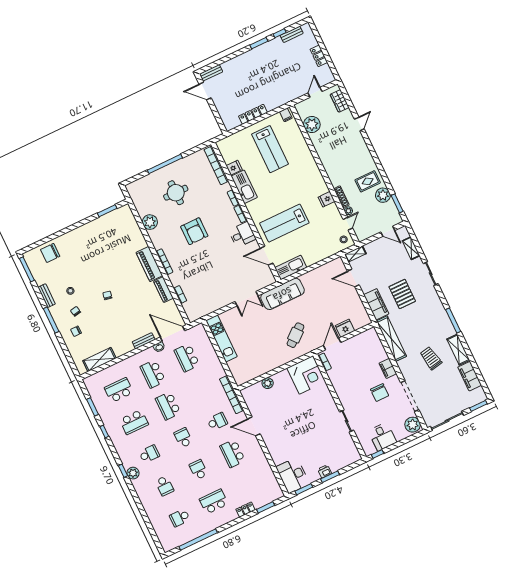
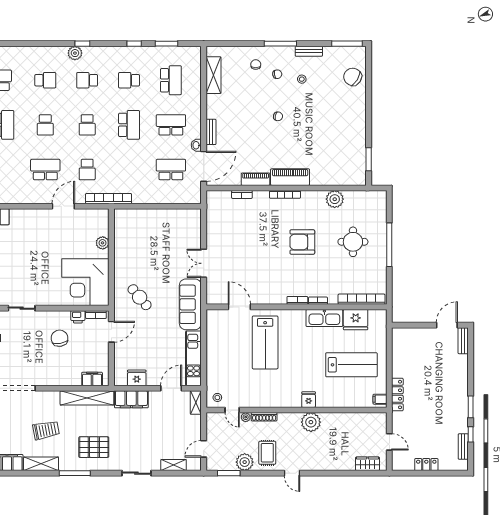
locker: (253, 114) -> (397, 395), moved
plant: (312, 124) -> (311, 422), moved
door: (359, 124) -> (292, 473), moved
lab bench: (270, 149) -> (351, 365), turned 180
fridge: (234, 168) -> (356, 320), width x1.88, depth x1.34
fridge: (327, 199) -> (309, 400), moved
lab bench: (284, 223) -> (265, 342), turned 180
desk: (242, 235) -> (274, 292), removed
chair: (50, 253) -> (353, 77), turned -58
door: (267, 256) -> (239, 307), hinge flipped
kitchen sink: (291, 267) -> (214, 327), removed
pallet: (402, 294) -> (94, 447), moved
fridge: (345, 328) -> (137, 378), moved, turned -90
kitchen unit: (221, 338) -> (193, 358), moved, turned 90
door: (332, 344) -> (111, 332), hinge flipped
filing cabinet: (388, 368) -> (92, 379), moved
corner desk: (306, 375) -> (85, 282), width x1.36, depth x1.36
printer: (333, 375) -> (78, 317), added
chair: (380, 393) -> (59, 338), moved, turned 81
school desk: (168, 406) -> (129, 125), turned 90
school desk: (134, 422) -> (129, 80), width x0.54
school desk: (183, 438) -> (87, 125), turned 90
school desk: (149, 454) -> (87, 80), turned 90
school desk: (198, 470) -> (45, 125), turned 90
school desk: (164, 486) -> (45, 80), turned 180

